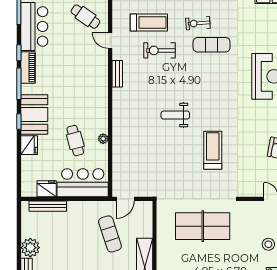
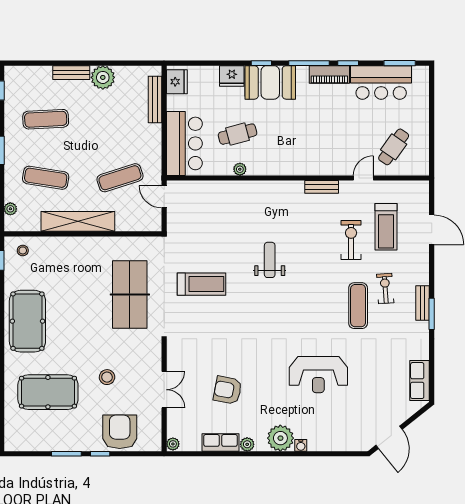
treadmill: (213, 150) -> (202, 284), moved
fridge: (47, 189) -> (177, 82), moved

